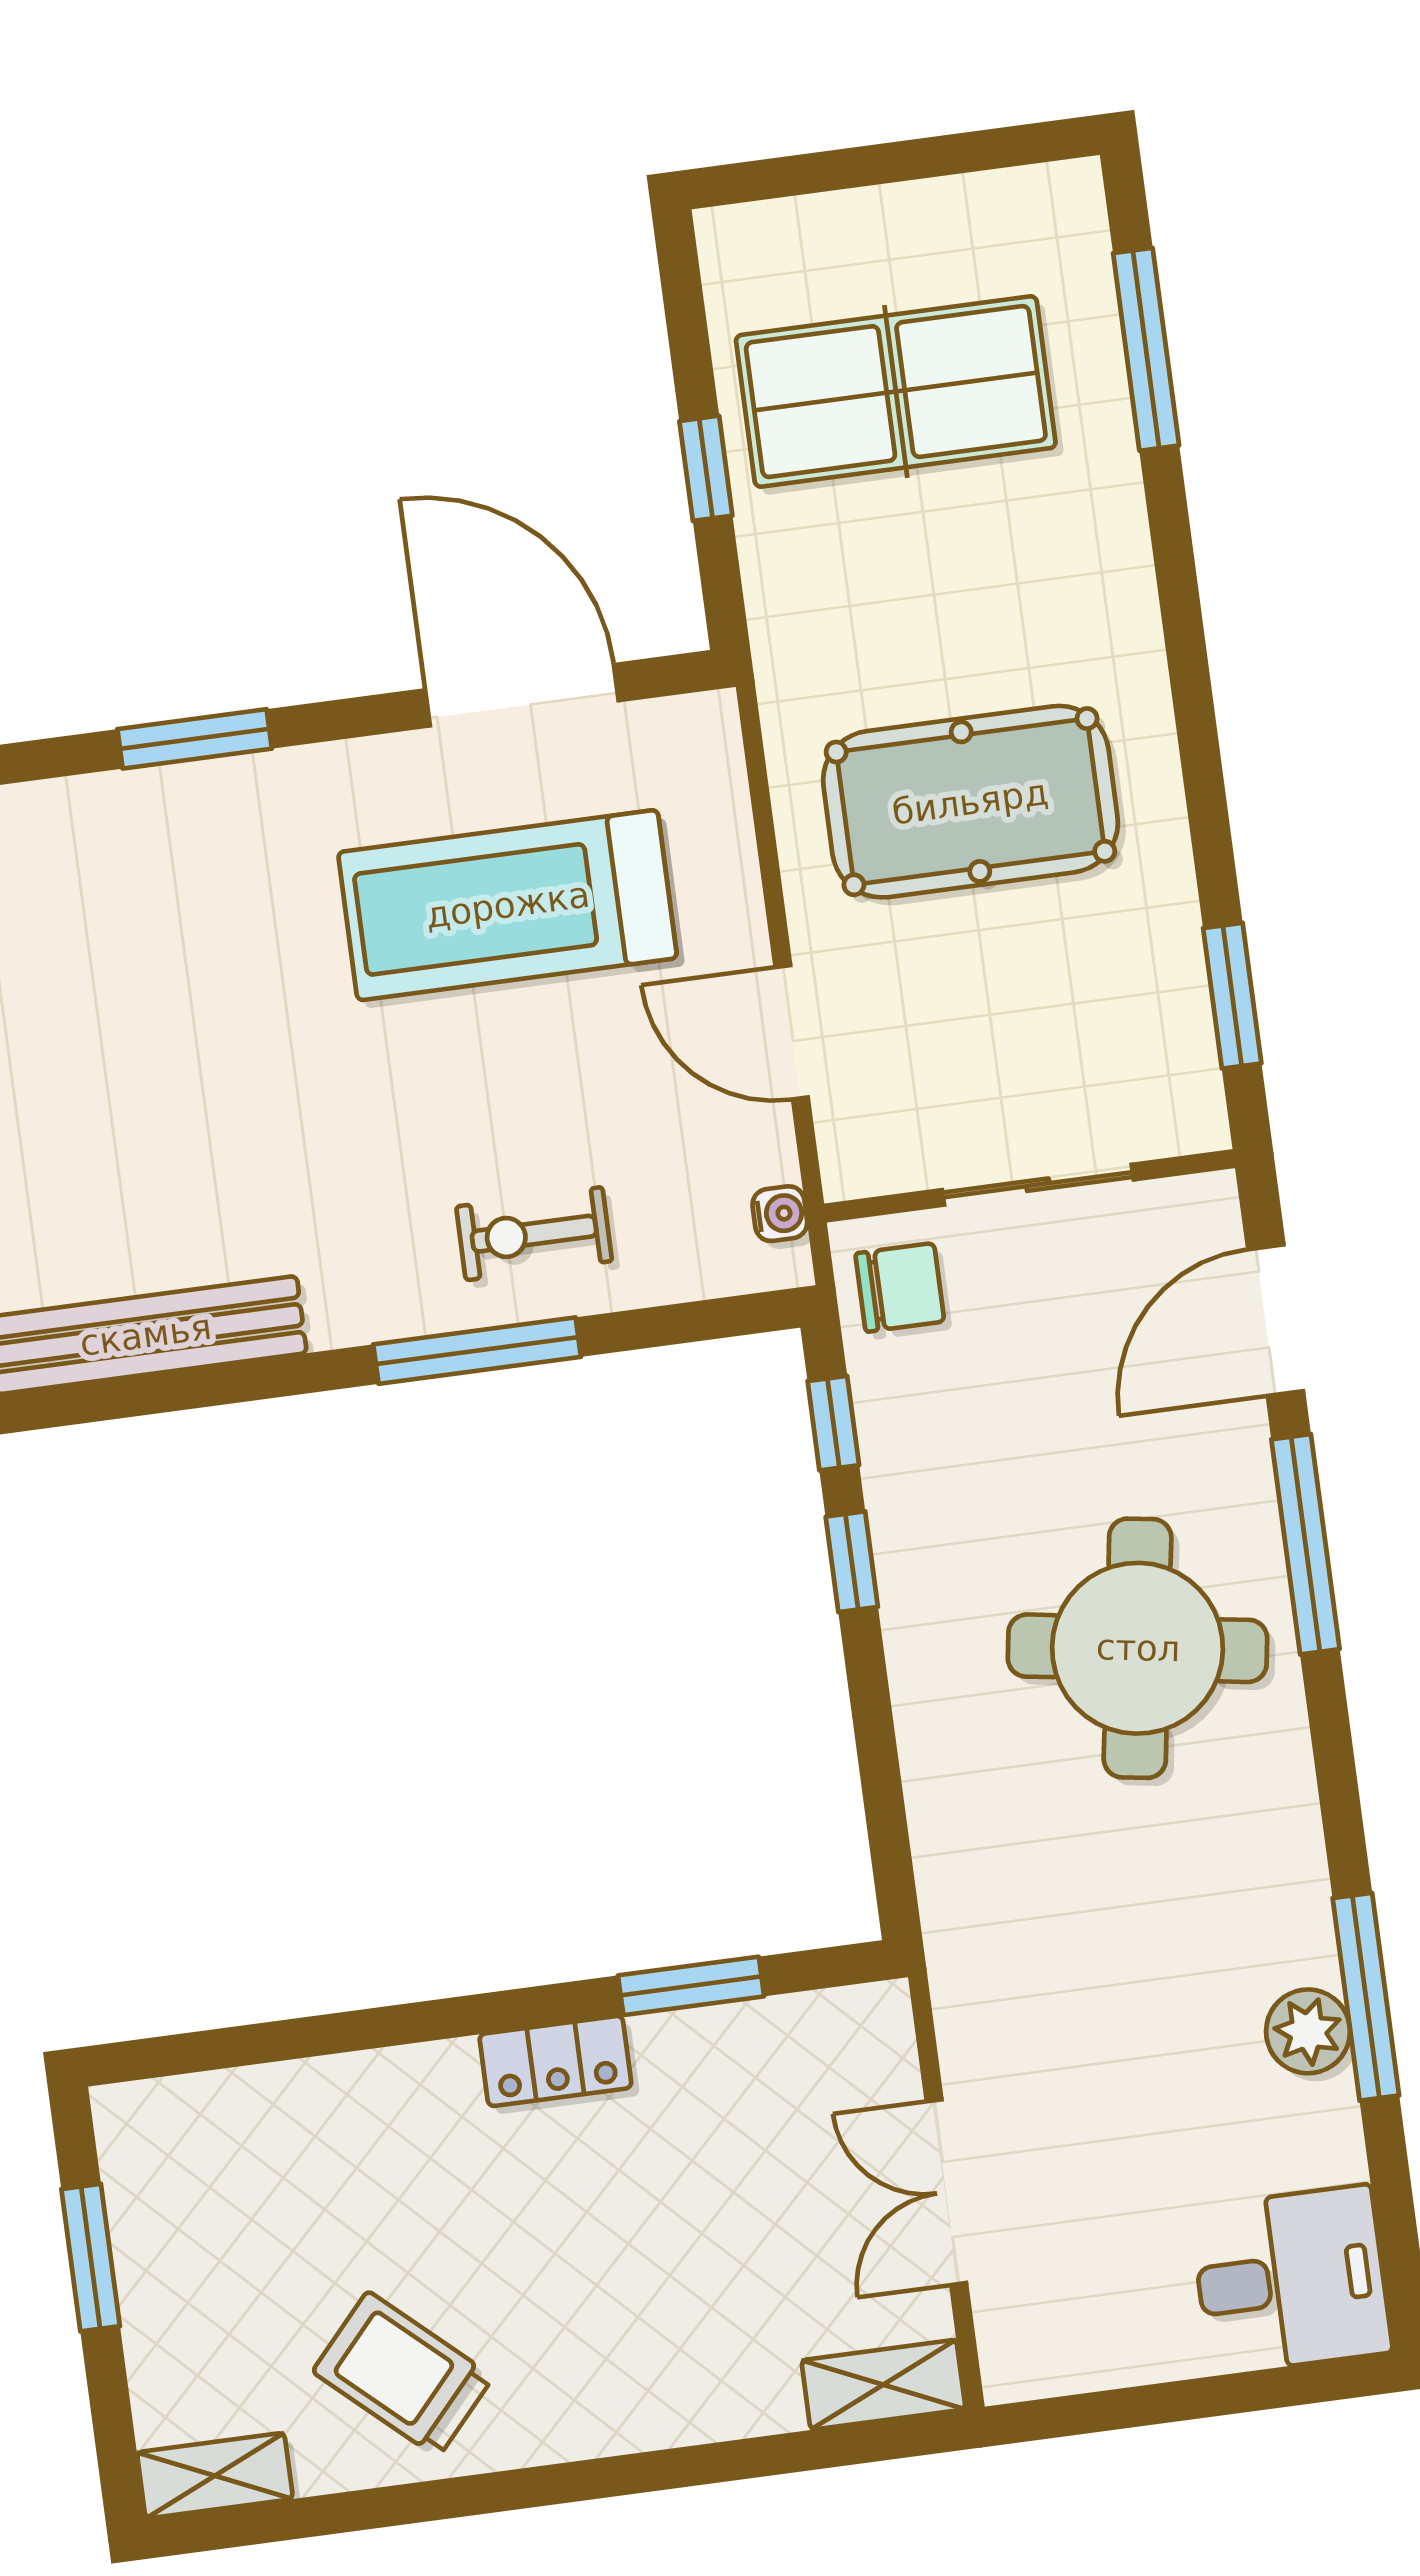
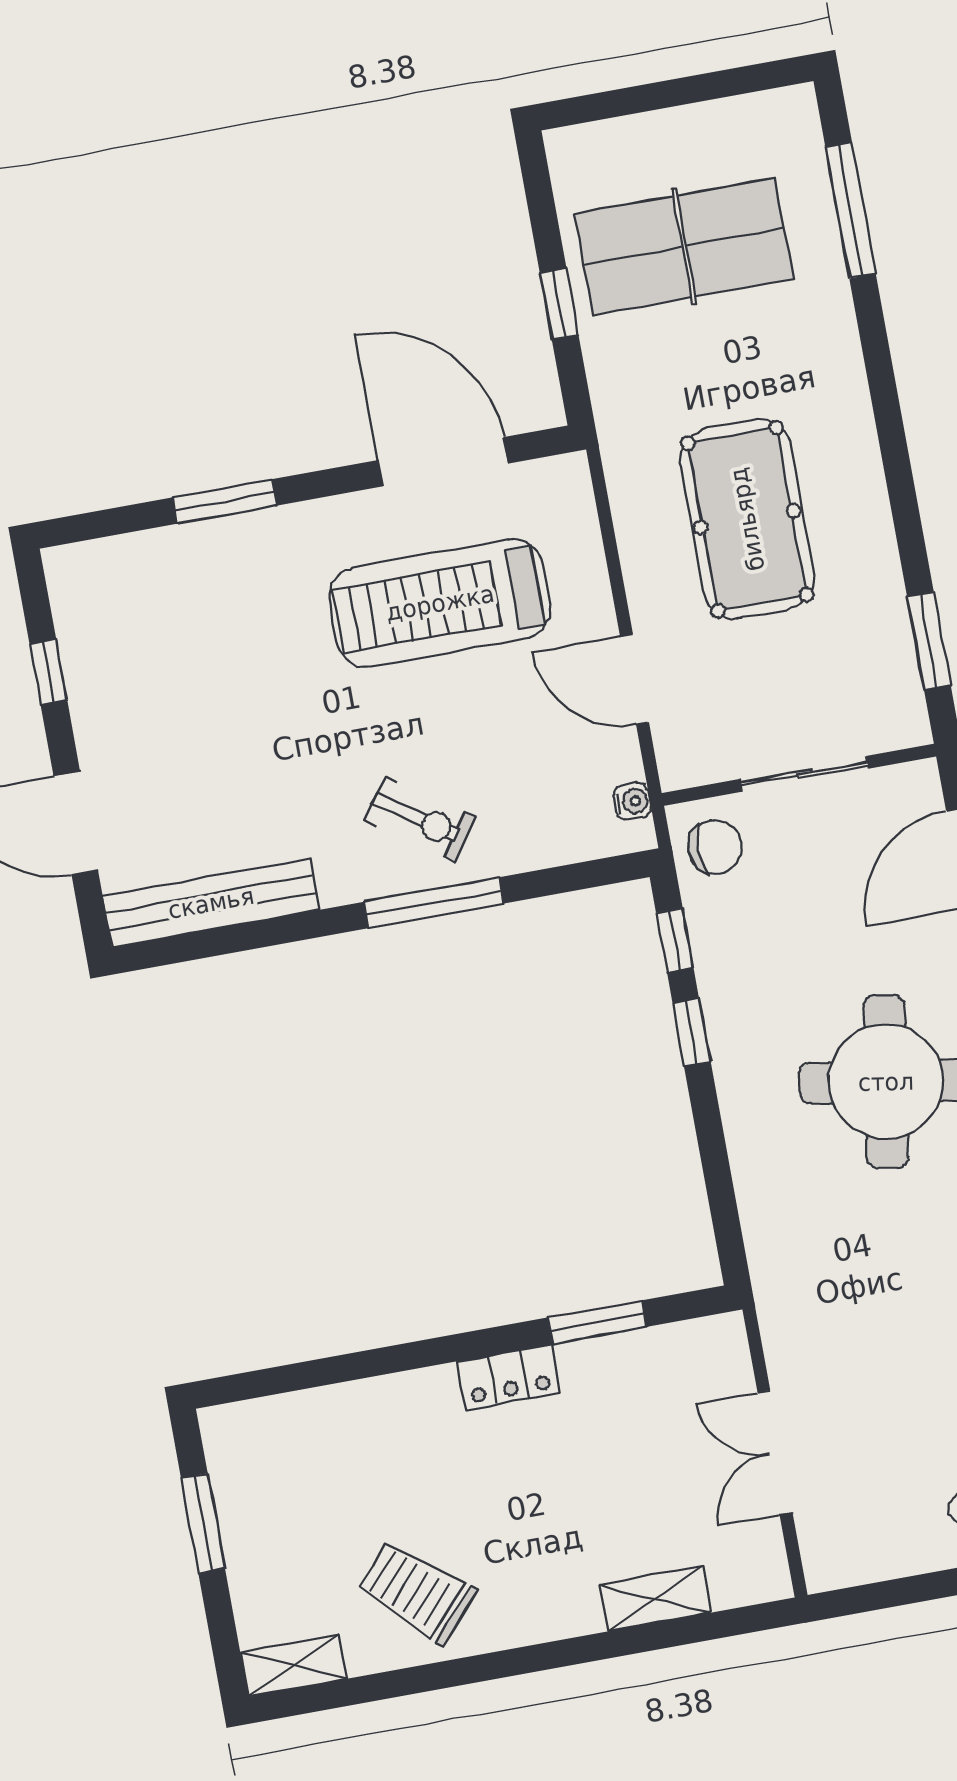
pool table: (970, 802) -> (747, 519), turned 90
exercise bike: (534, 1234) -> (420, 819), moved, turned -145
shelving: (883, 2385) -> (655, 1599), moved

